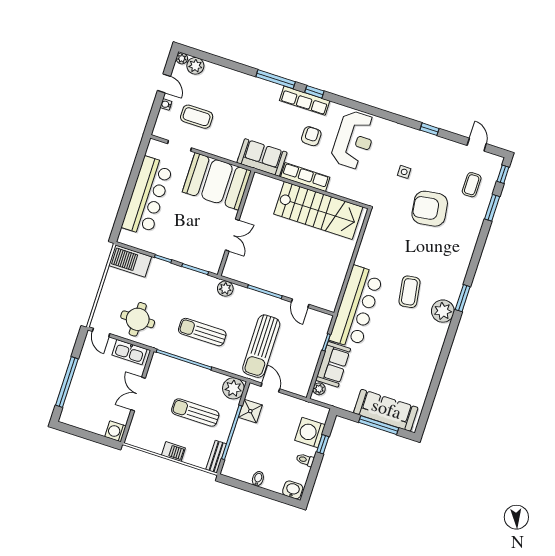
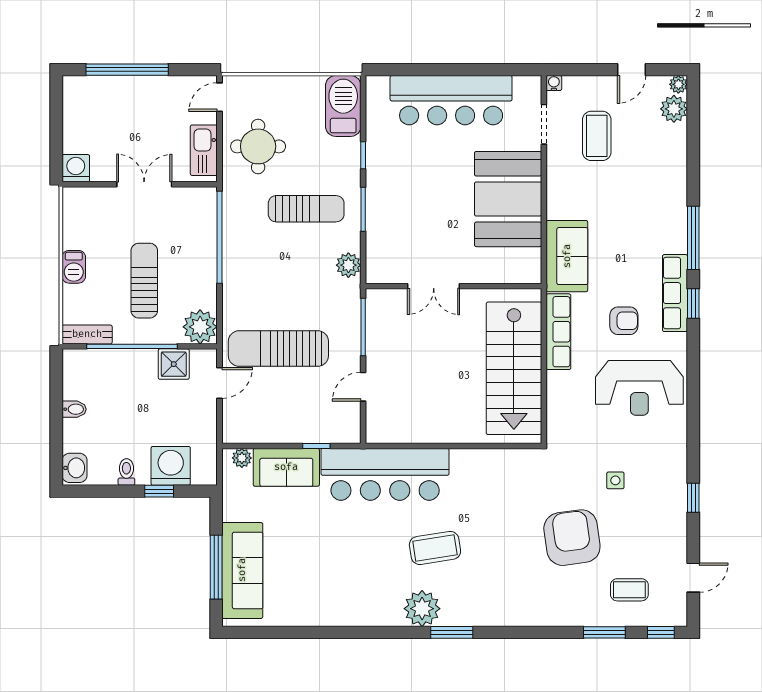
water cooler: (166, 104) -> (554, 83), moved
wall: (236, 223) -> (454, 286), moved
double door: (232, 235) -> (434, 286), moved
sun lounger: (202, 332) -> (306, 209), moved, turned 90

